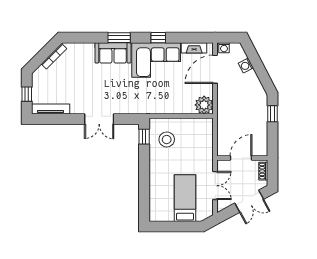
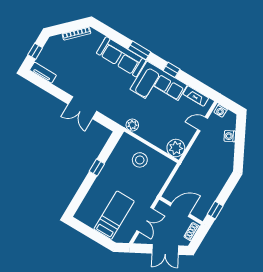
sofa: (113, 53) -> (121, 57), width x1.36
door: (215, 69) -> (203, 124), width x0.53
plant: (153, 108) -> (132, 125), added
tv unit: (51, 109) -> (43, 73), width x0.71
window: (273, 114) -> (215, 210), moved
window: (144, 137) -> (97, 167), moved
stool: (167, 140) -> (140, 160), moved

